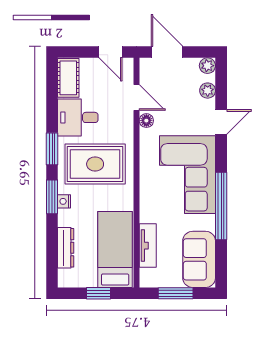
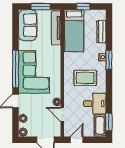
door: (110, 52) -> (77, 140), hinge flipped
window: (52, 149) -> (109, 122), moved
rug: (95, 164) -> (85, 78), width x0.73, depth x0.70
window: (221, 206) -> (16, 69), moved
tv unit: (148, 246) -> (56, 28), width x1.41

